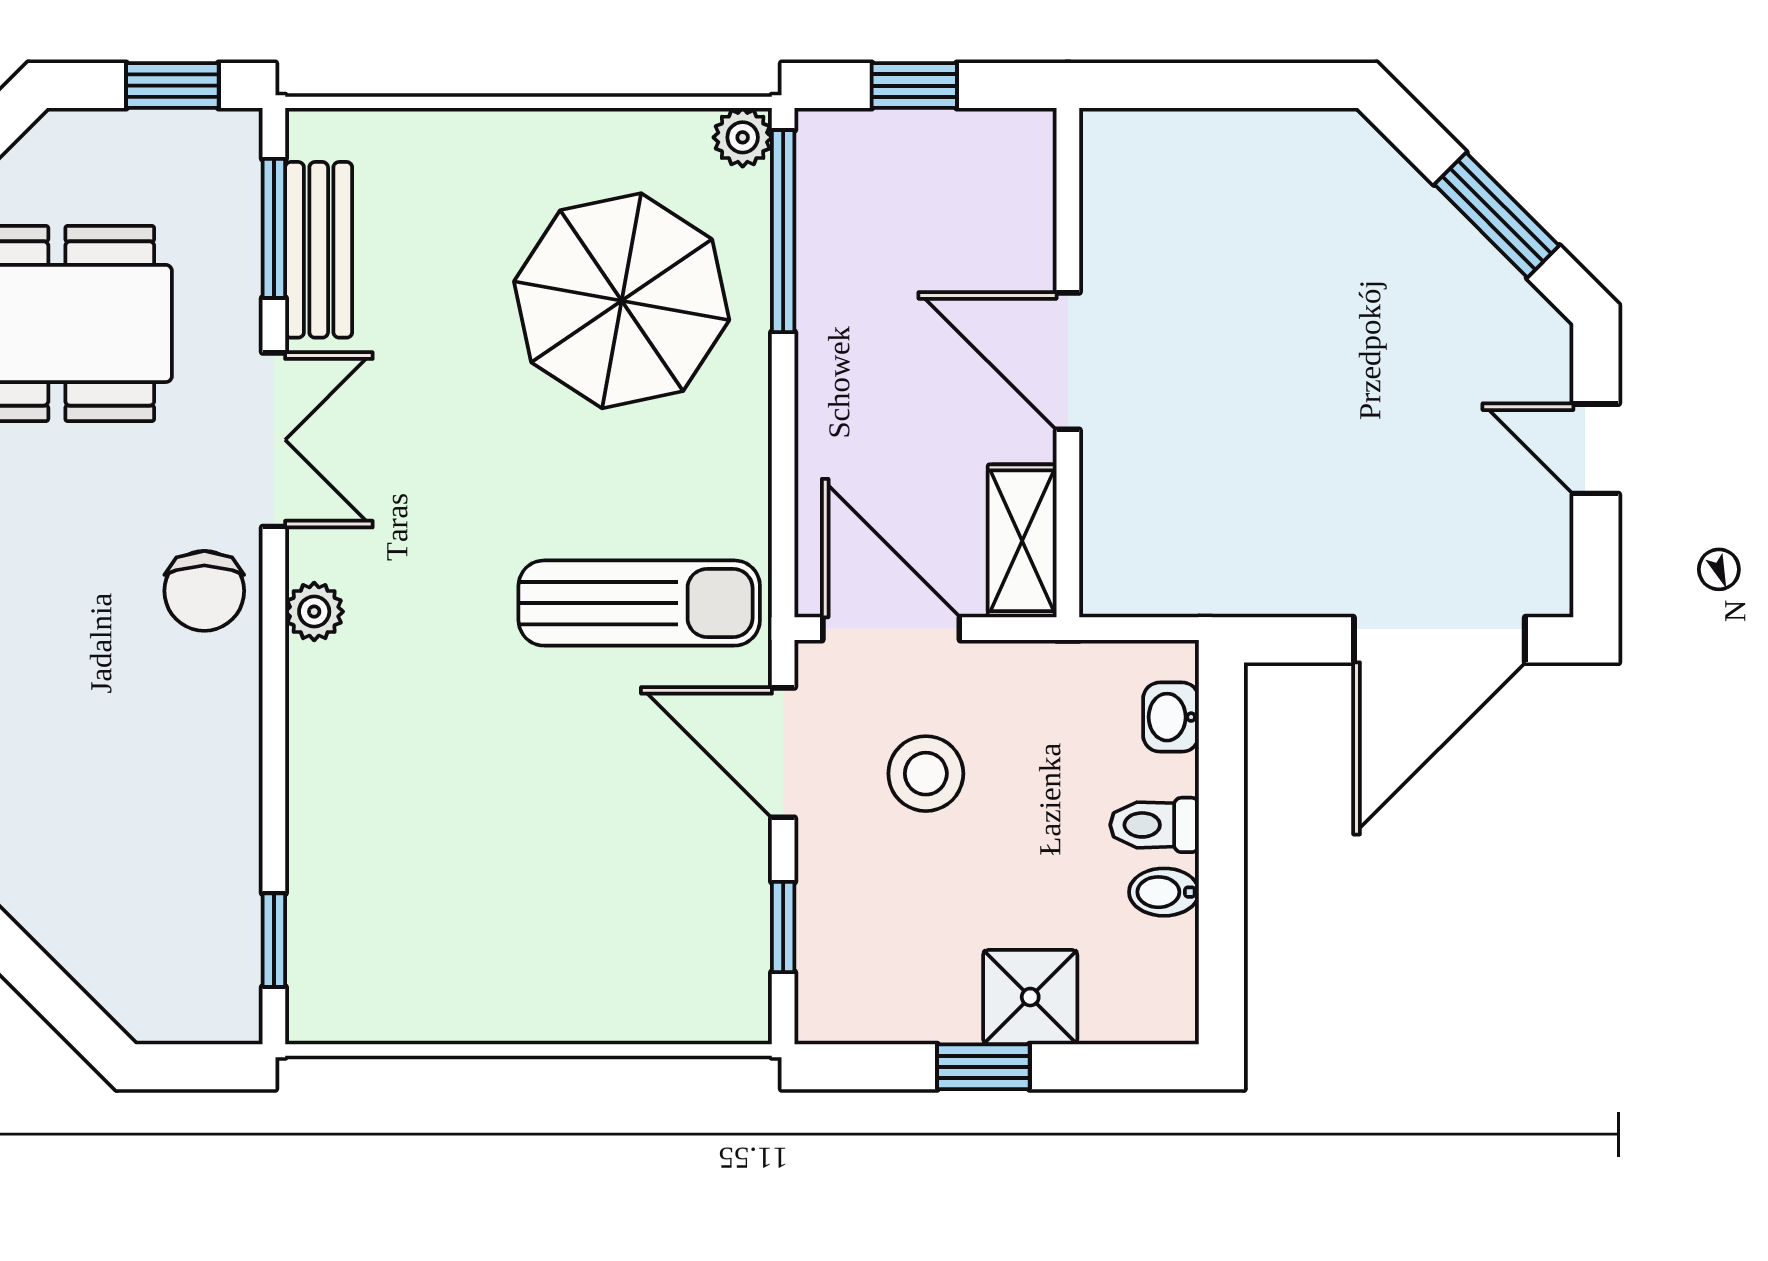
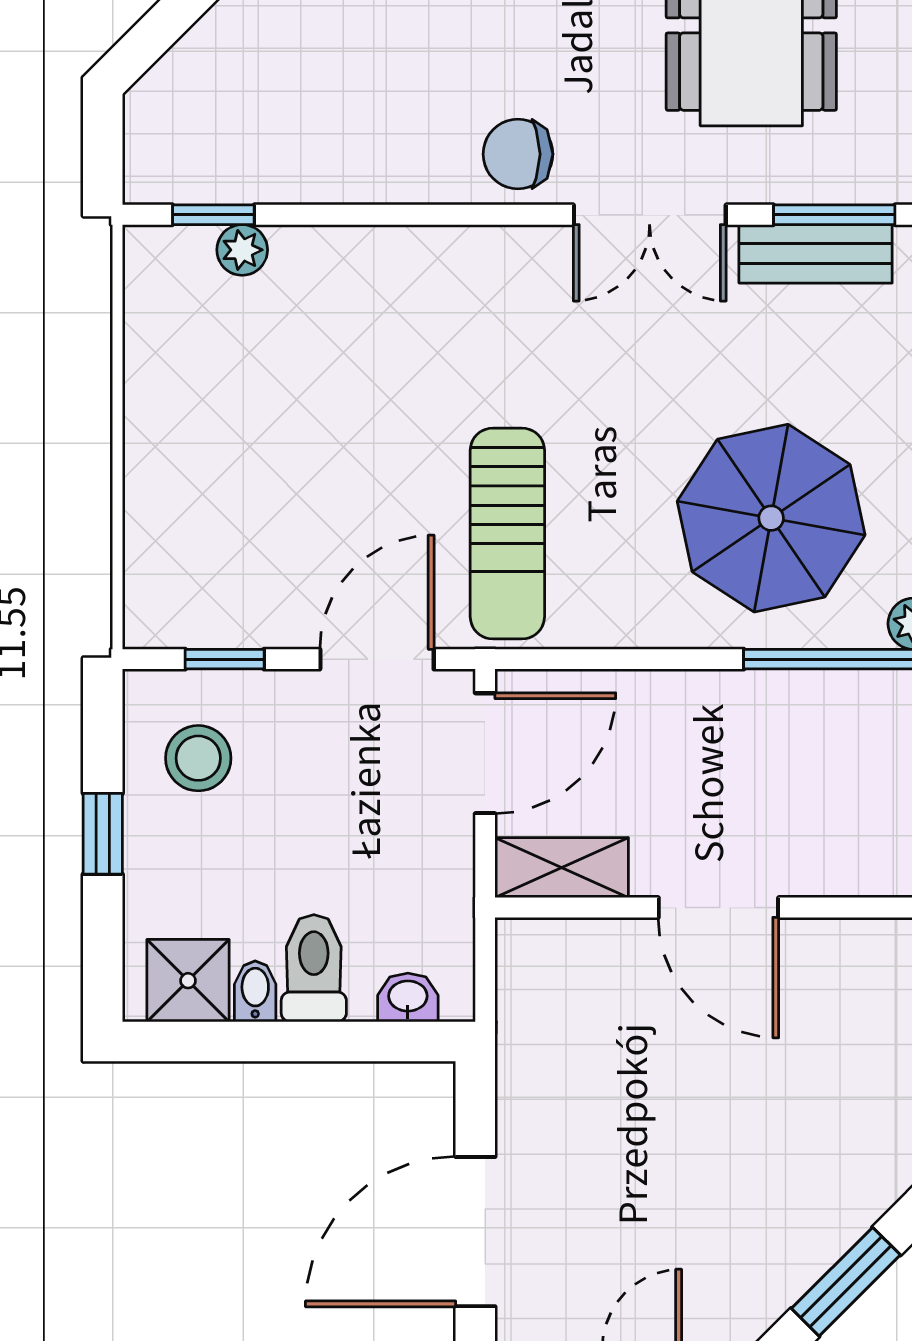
door: (1068, 361) -> (718, 907), swing flipped
plant: (314, 612) -> (242, 250), moved
door: (1439, 640) -> (475, 1232), hinge flipped
stool: (926, 774) -> (198, 758), moved
toilet: (1155, 825) -> (314, 968), width x1.37, depth x1.39
shower: (1030, 997) -> (188, 981), moved

